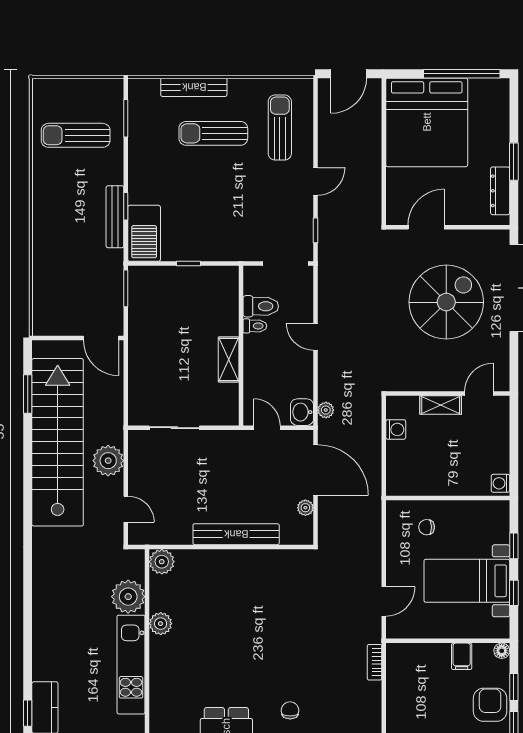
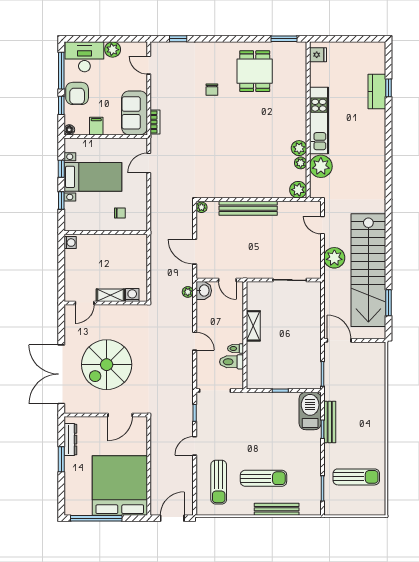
washing machine: (396, 429) -> (132, 295), moved, turned 90
door: (316, 470) -> (195, 252), width x0.73
plant: (305, 508) -> (201, 207), moved
plant: (158, 602) -> (301, 163), added
sofa: (405, 676) -> (134, 113), added

